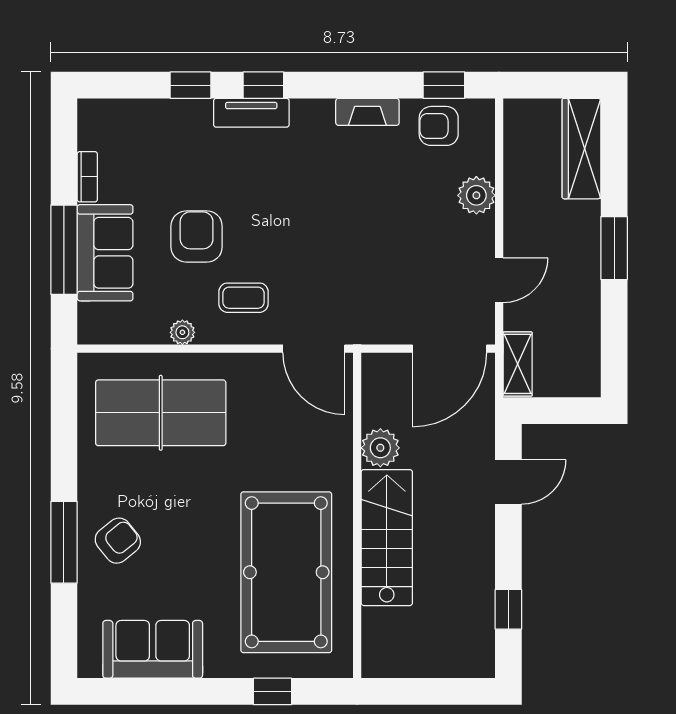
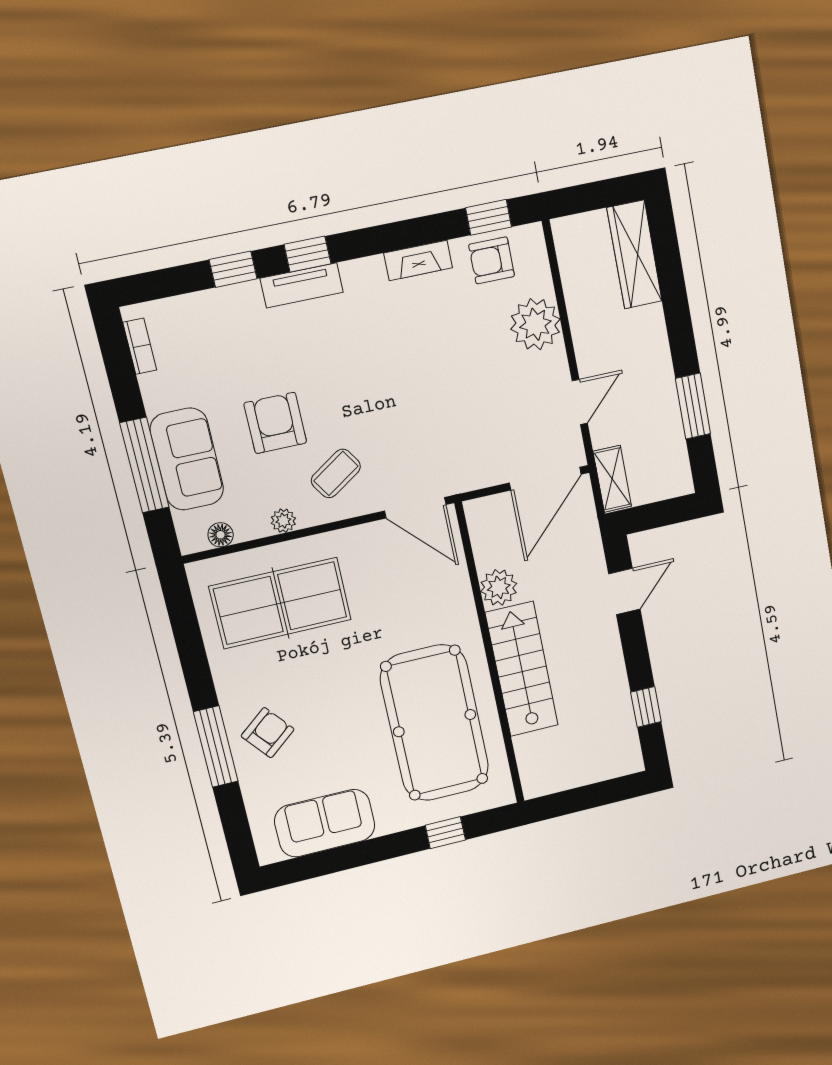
bookcase: (87, 177) -> (140, 346), moved
plant: (476, 195) -> (535, 324), width x1.36, depth x1.36
window: (614, 248) -> (693, 406), moved
coffee table: (243, 298) -> (336, 473), turned -33
floor lamp: (119, 332) -> (221, 535), added

